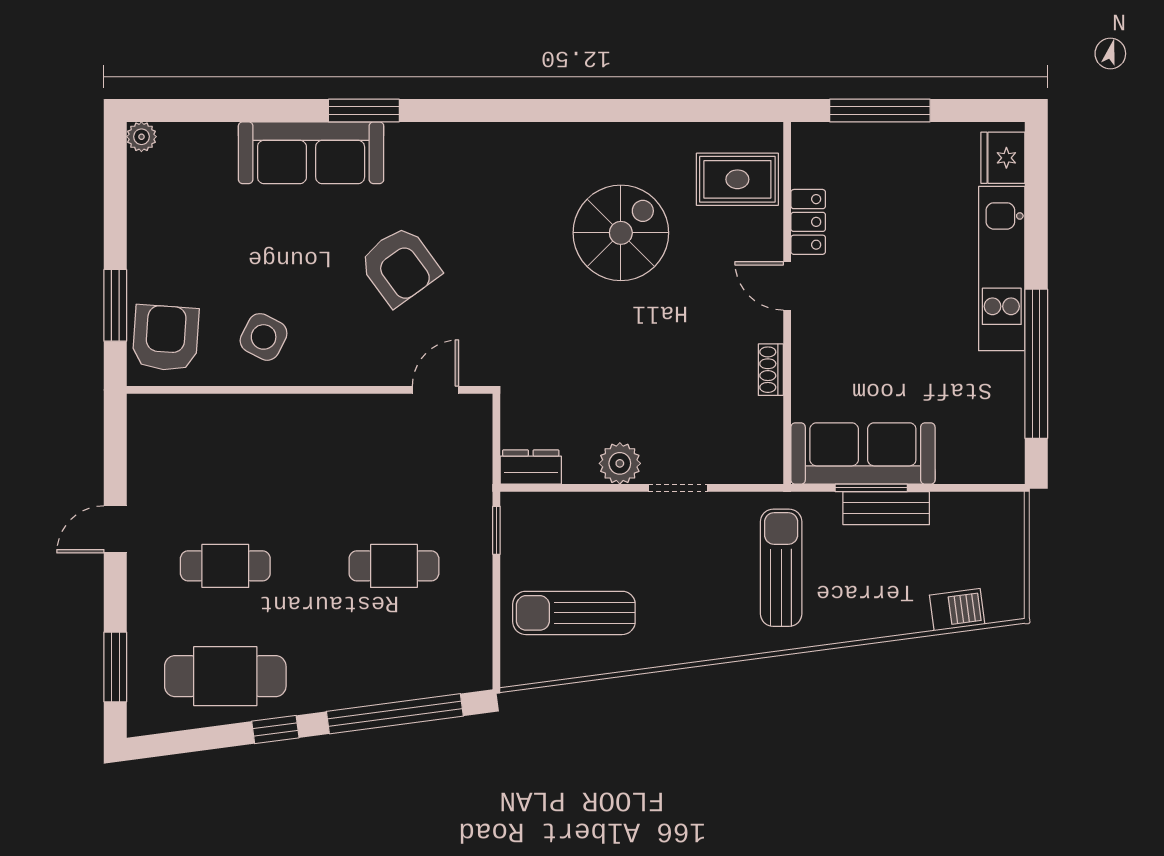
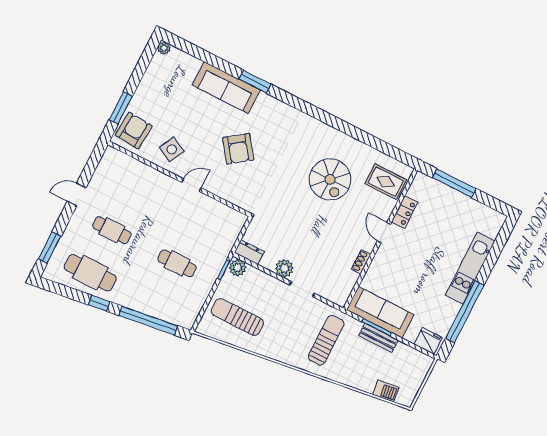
fridge: (1003, 158) -> (428, 341), moved, turned 90
spiral stairs: (621, 233) -> (330, 179), turned 90
door: (435, 390) -> (191, 185), moved
plant: (523, 511) -> (238, 268), added

